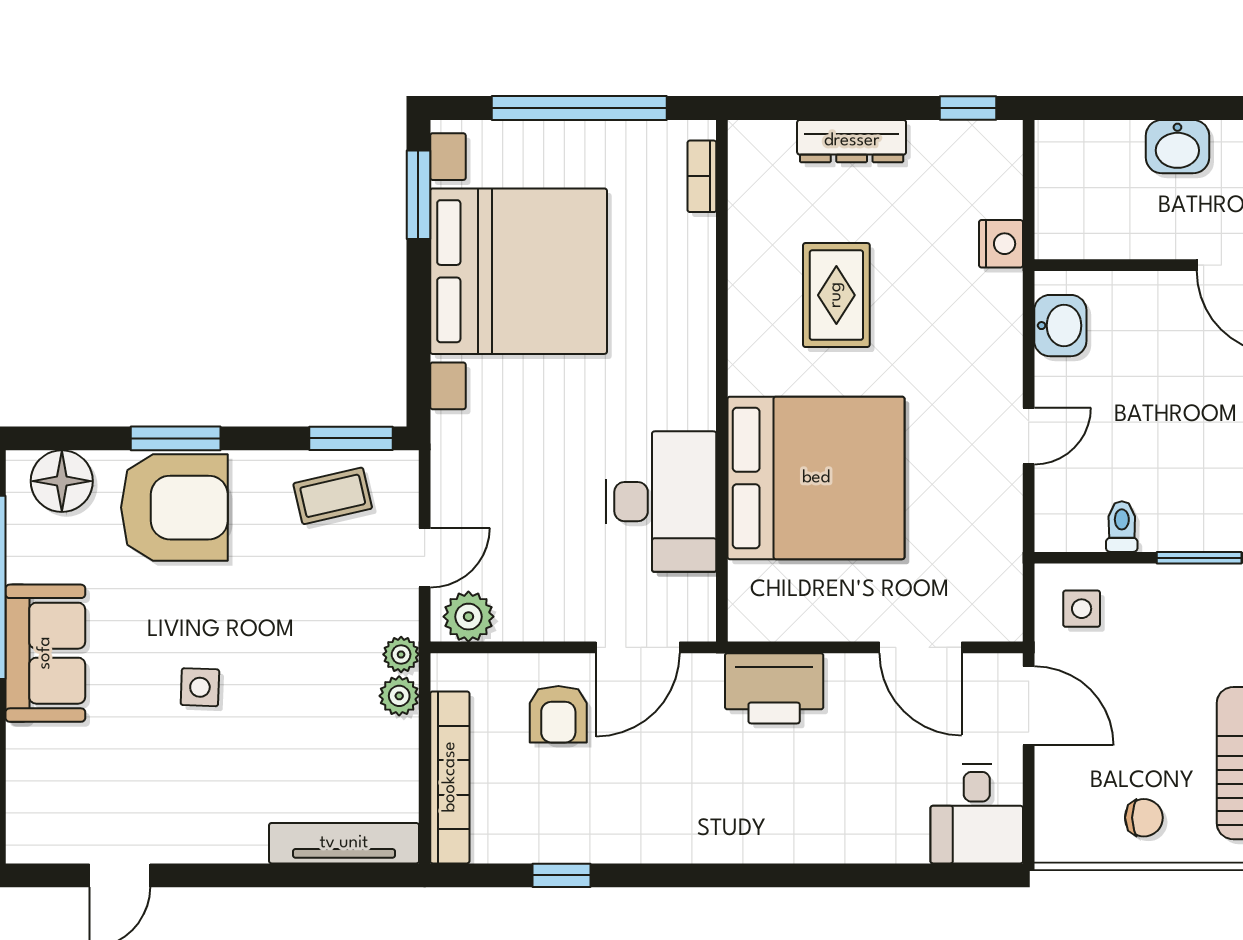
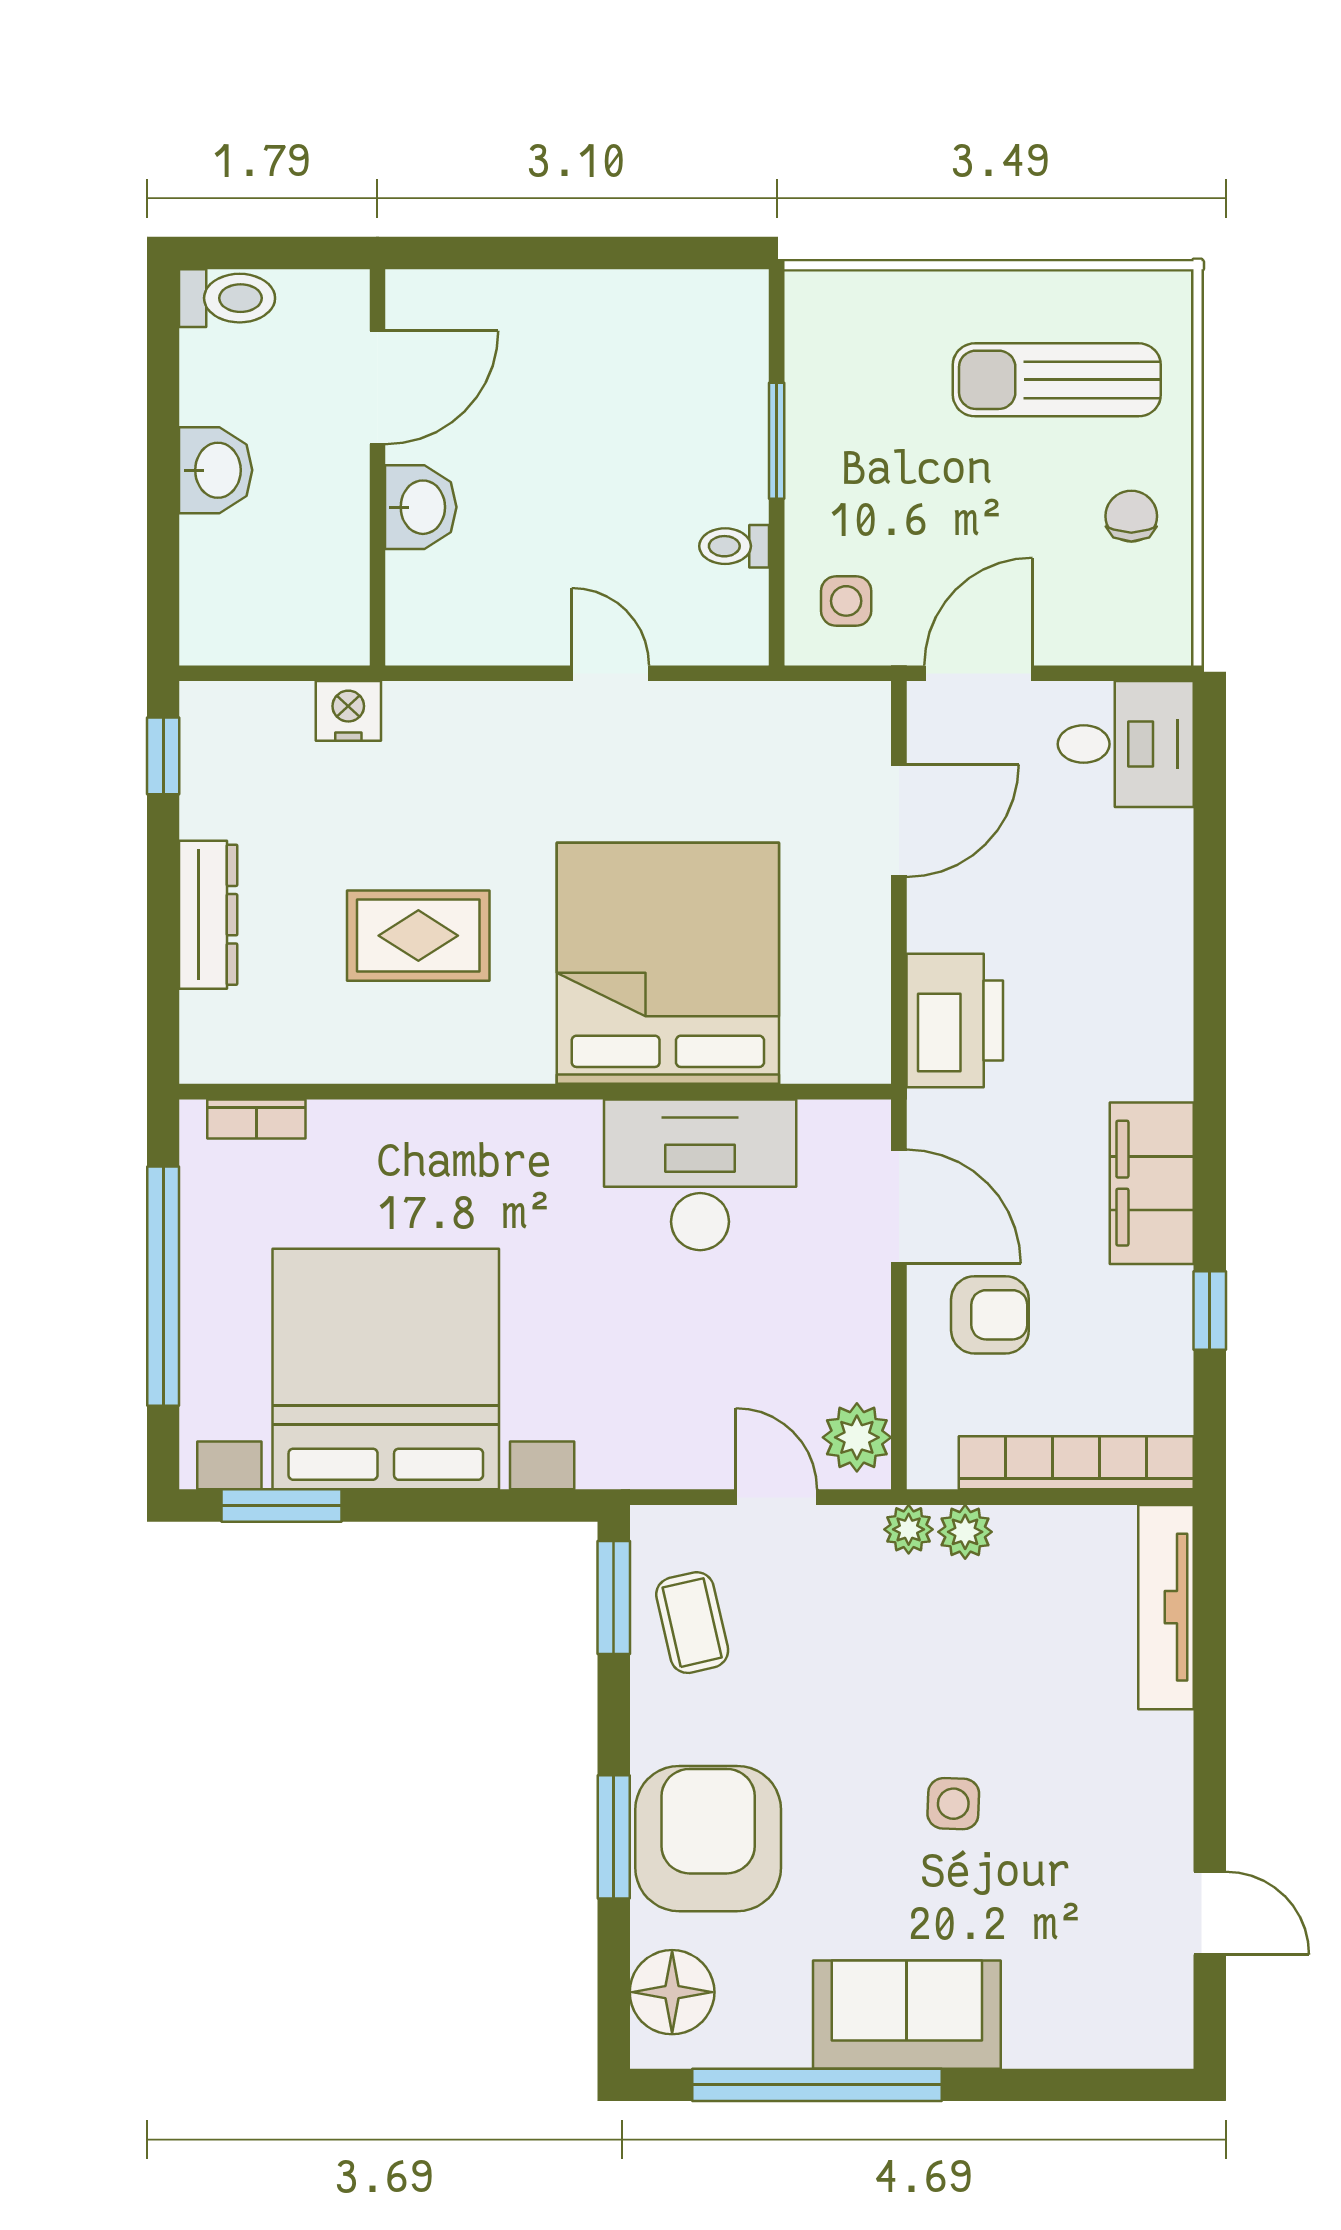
washbasin: (1060, 326) -> (421, 507), moved, turned 90
filing cabinet: (655, 833) -> (1152, 1183), added

